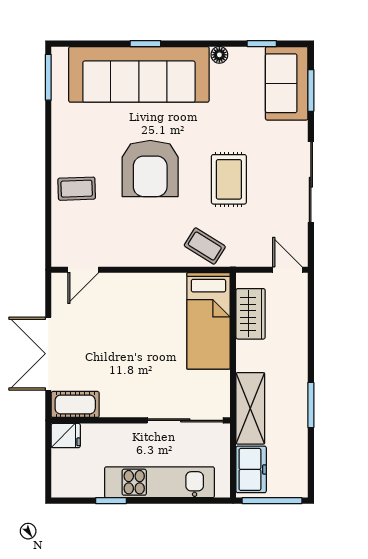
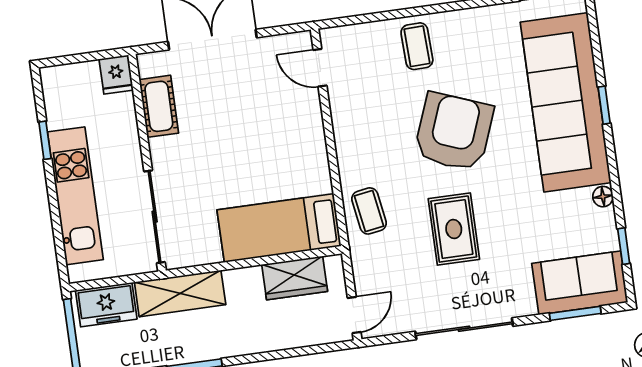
armchair: (150, 168) -> (454, 132), turned 111
rug: (229, 179) -> (454, 229), turned 90
coffee table: (205, 246) -> (369, 211), turned -41
cot: (75, 404) -> (159, 106), moved

